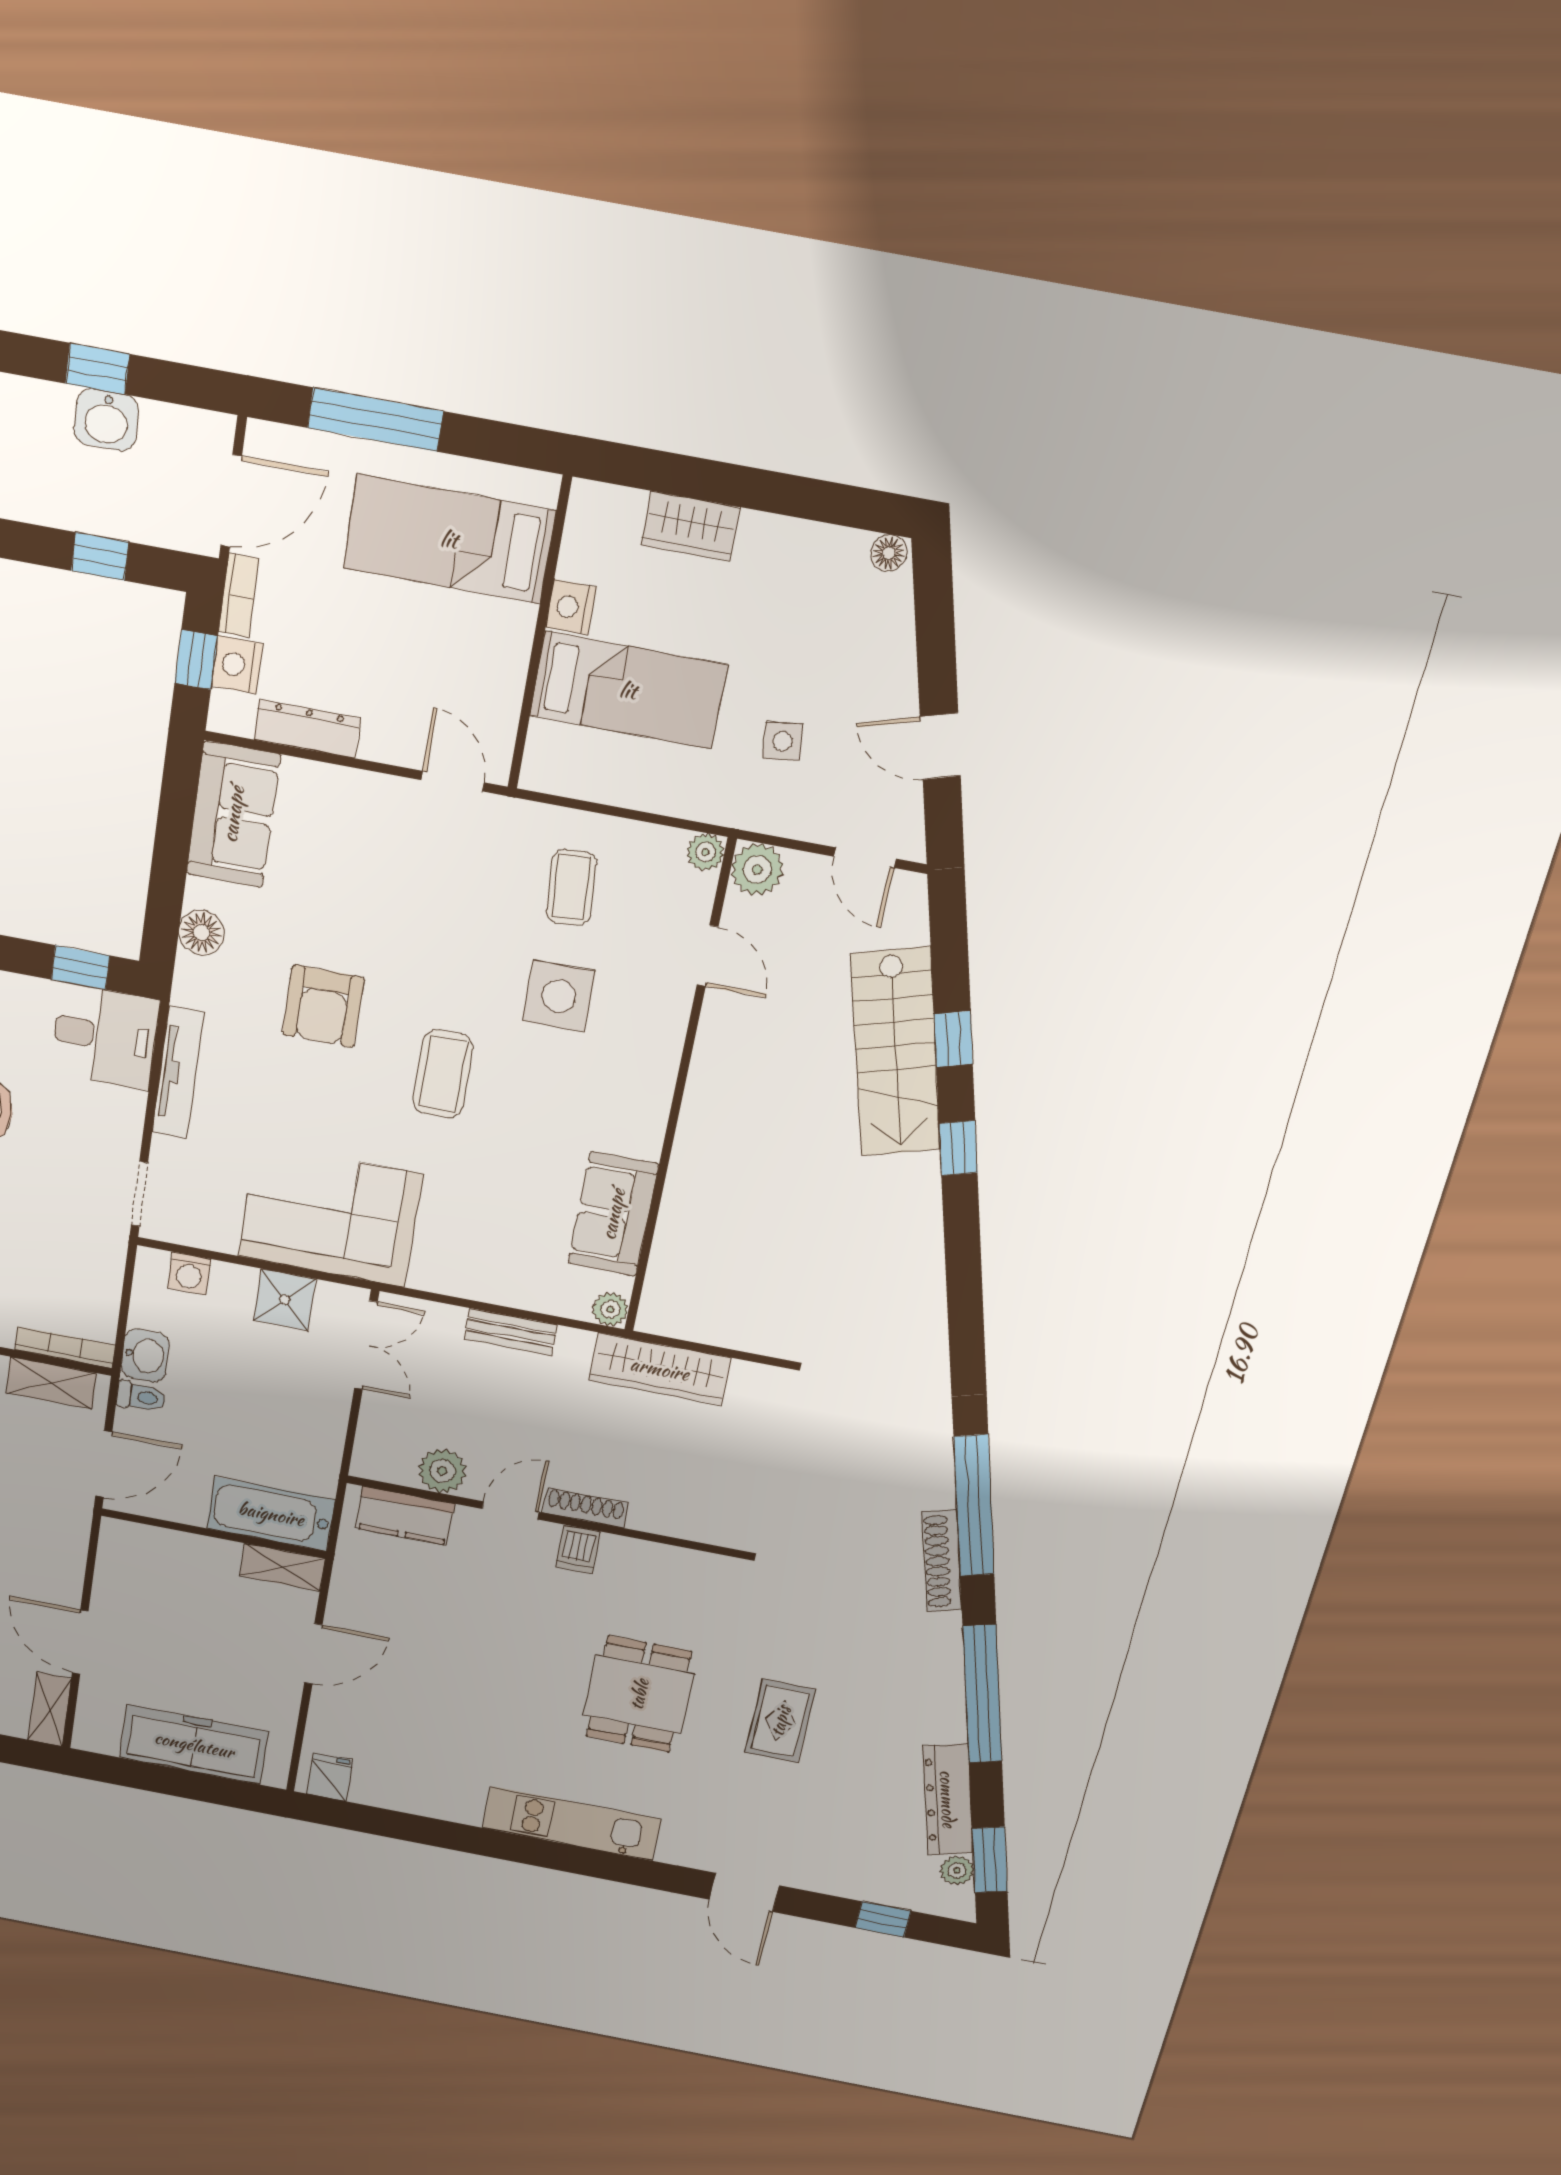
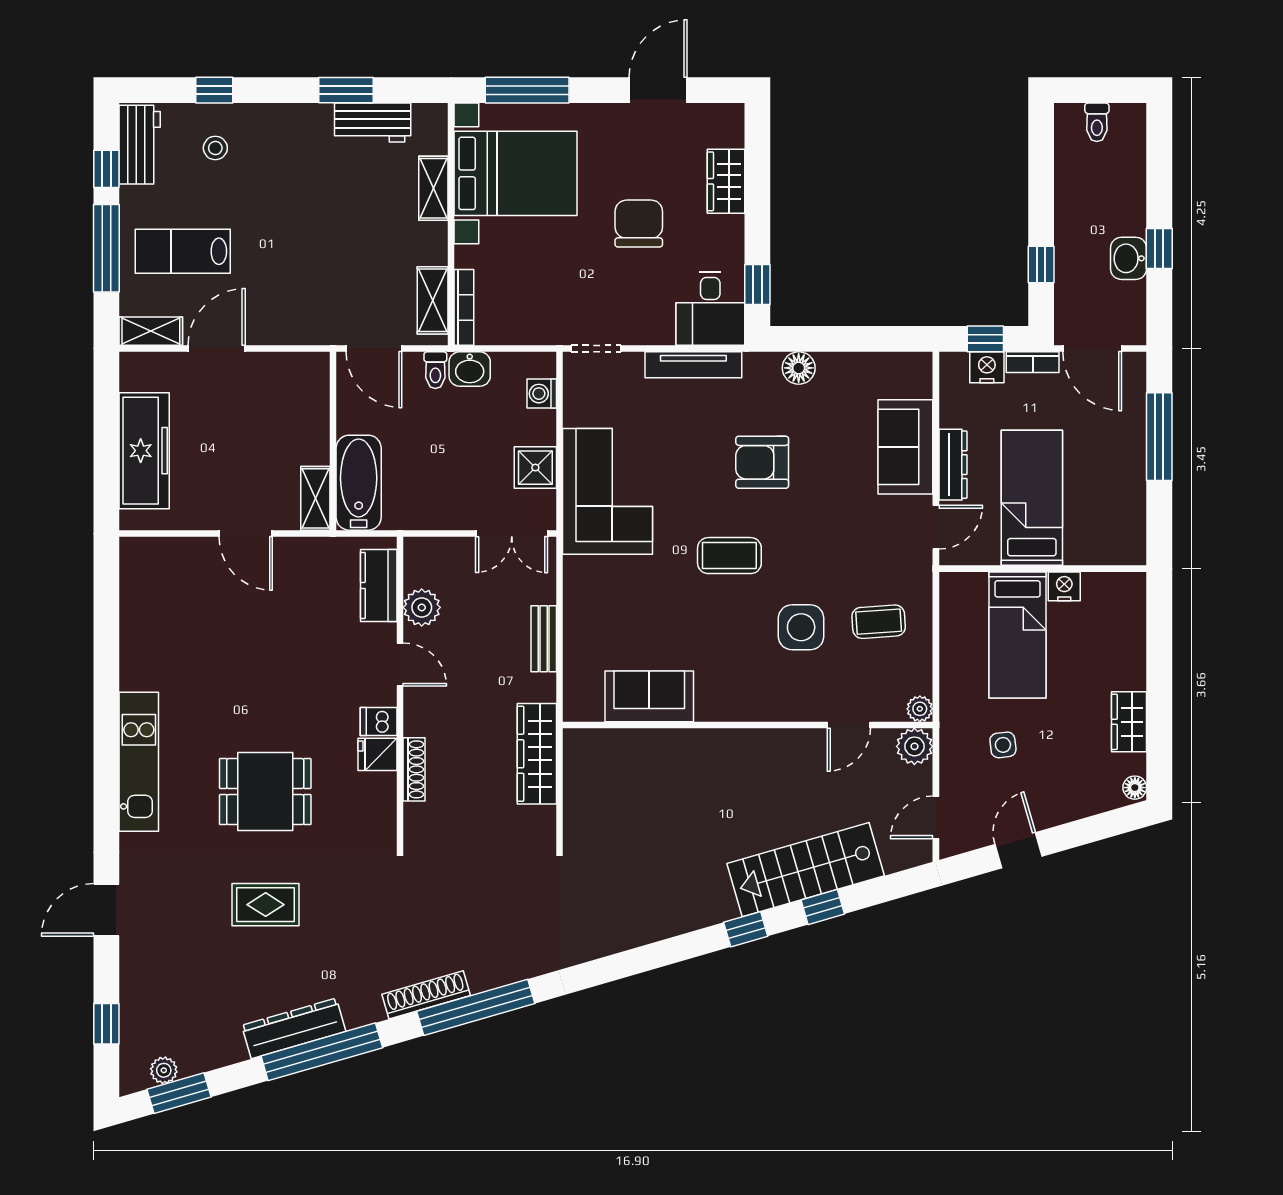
wardrobe: (690, 526) -> (1129, 722), moved
bed: (449, 539) -> (1032, 498), moved
dresser: (307, 729) -> (953, 465), moved
sofa: (233, 814) -> (905, 447), moved, turned 90
plant: (610, 1309) -> (576, 708), removed
shoe rack: (585, 1508) -> (414, 769), moved
fridge: (330, 1777) -> (377, 754), moved, turned 180
dresser: (948, 1799) -> (294, 1028), moved

